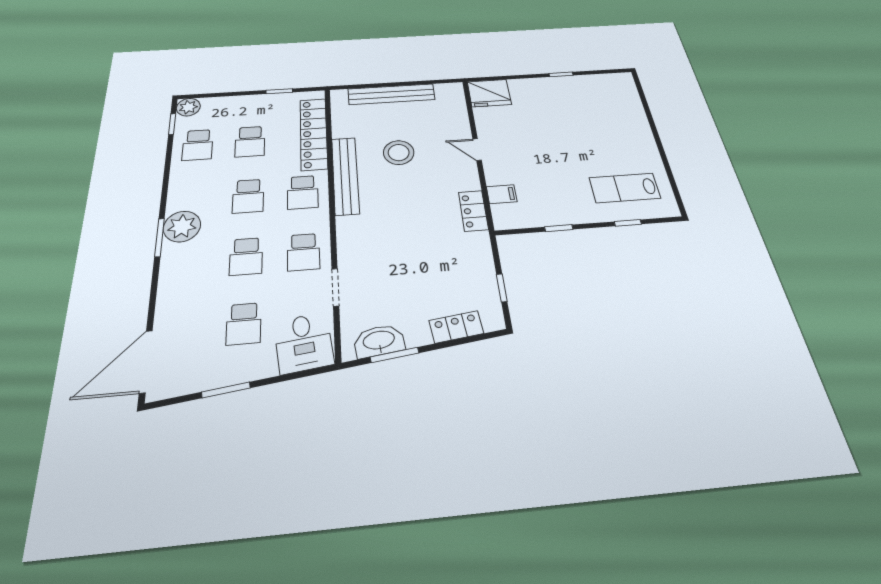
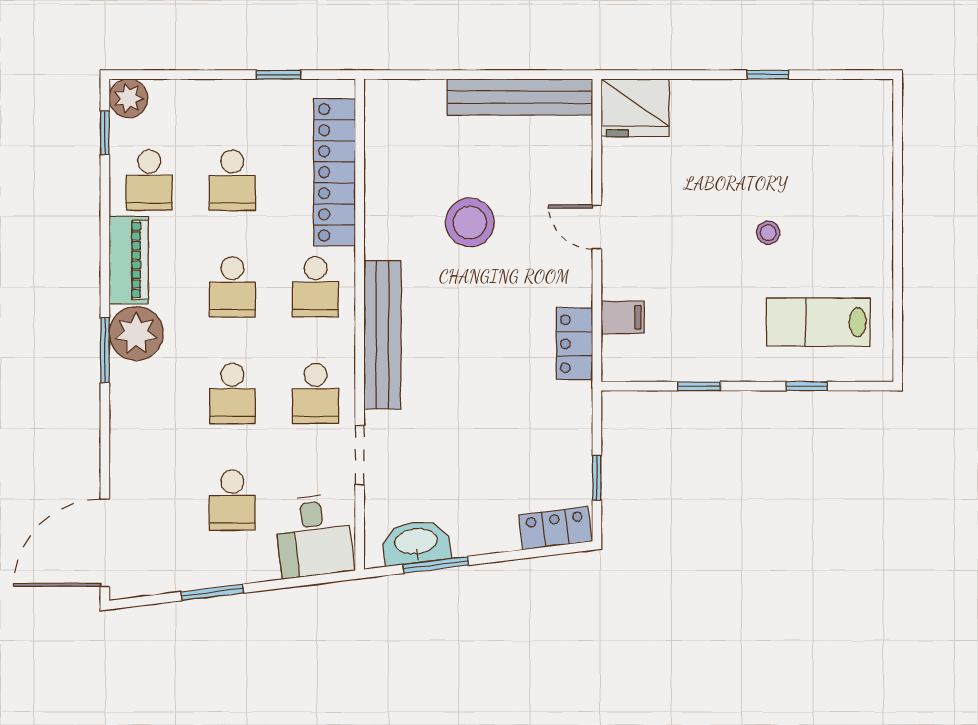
bench: (391, 94) -> (520, 97), moved
stool: (581, 145) -> (768, 233), added
bench: (345, 175) -> (382, 335), moved
piano: (181, 186) -> (129, 260), added
locker: (456, 327) -> (555, 528), moved

